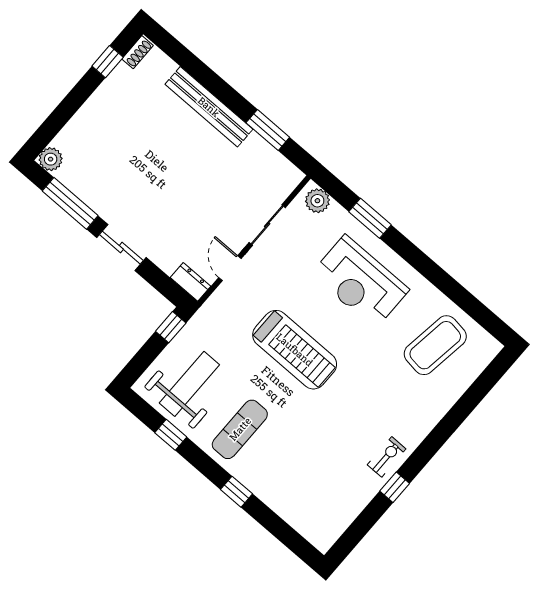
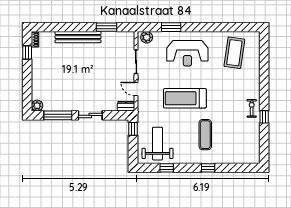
treadmill: (295, 350) -> (185, 98), turned 180
exercise mat: (240, 429) -> (205, 135), moved

